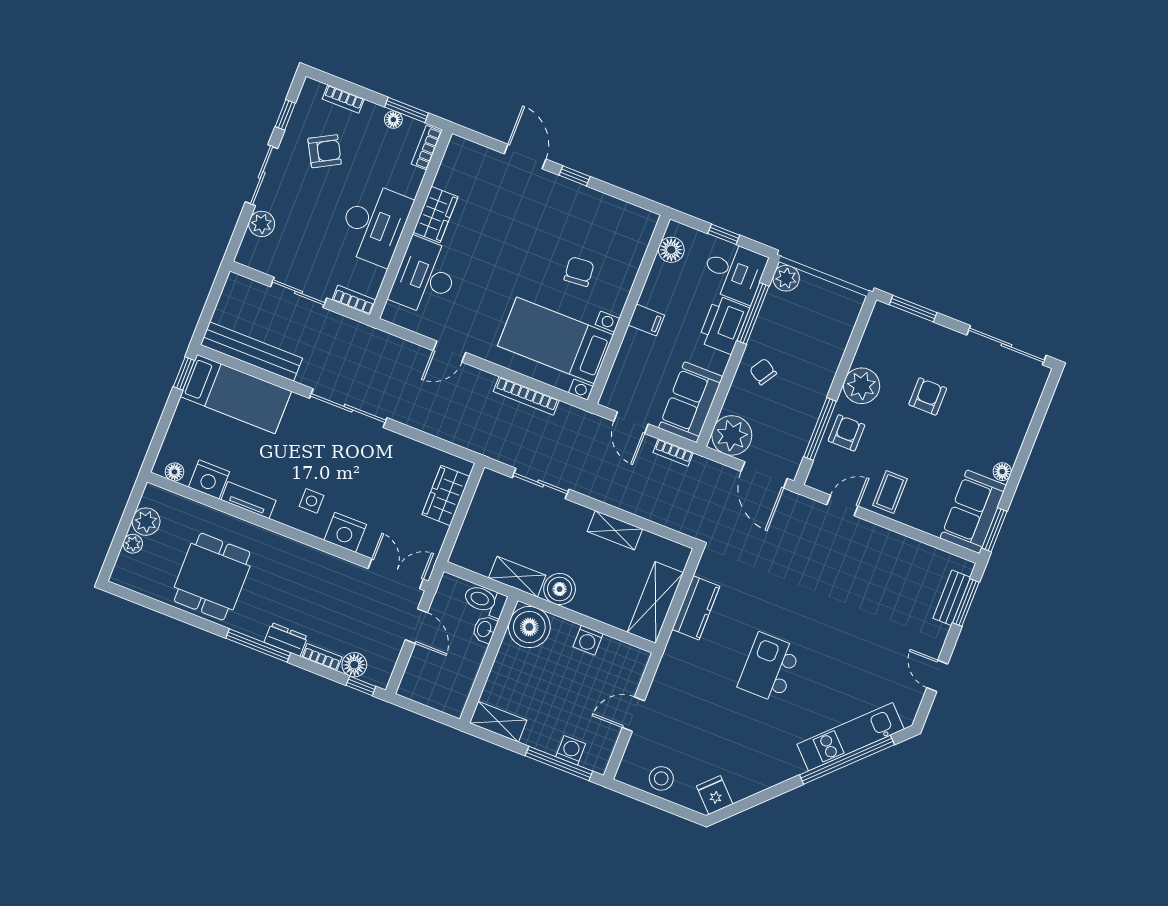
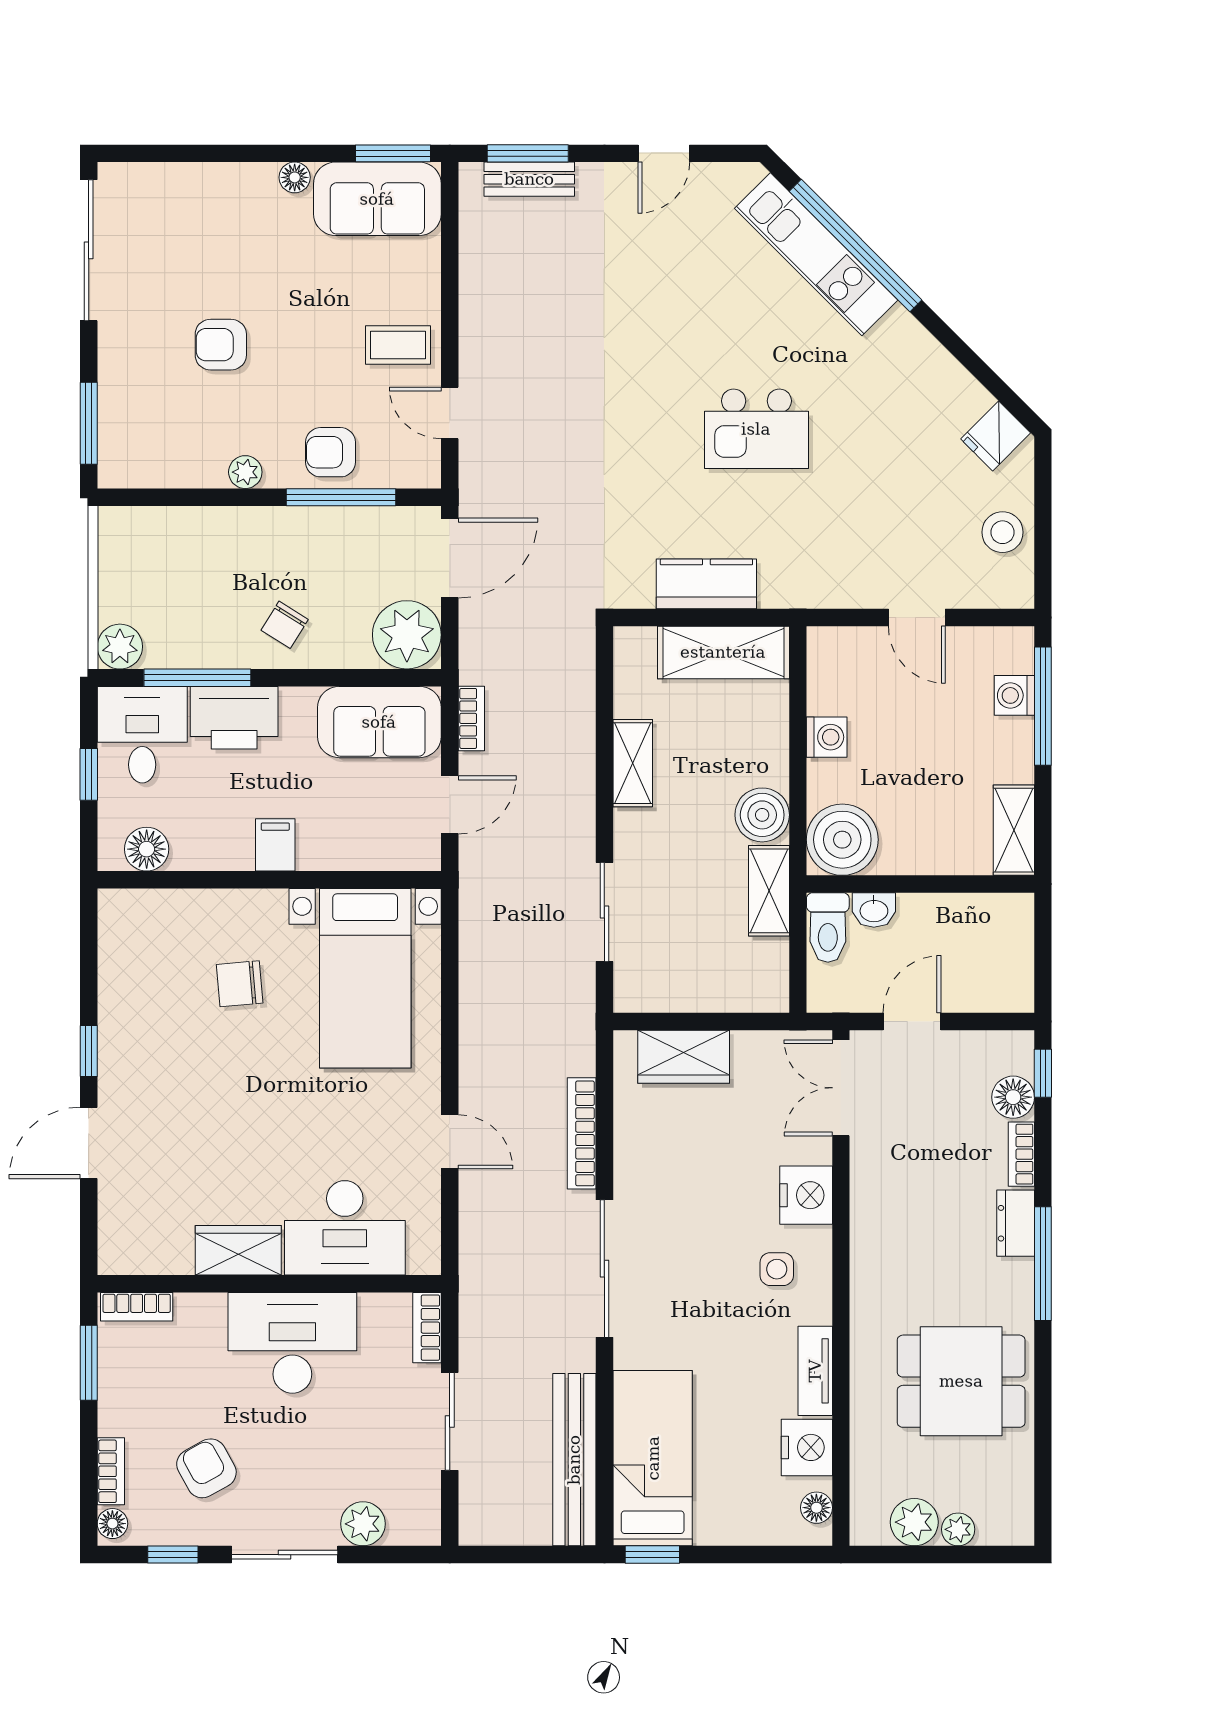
floor lamp: (393, 120) -> (112, 1524), moved
plant: (862, 386) -> (245, 472), width x0.53, depth x0.53
bookcase: (526, 396) -> (582, 1133), moved, turned 180

